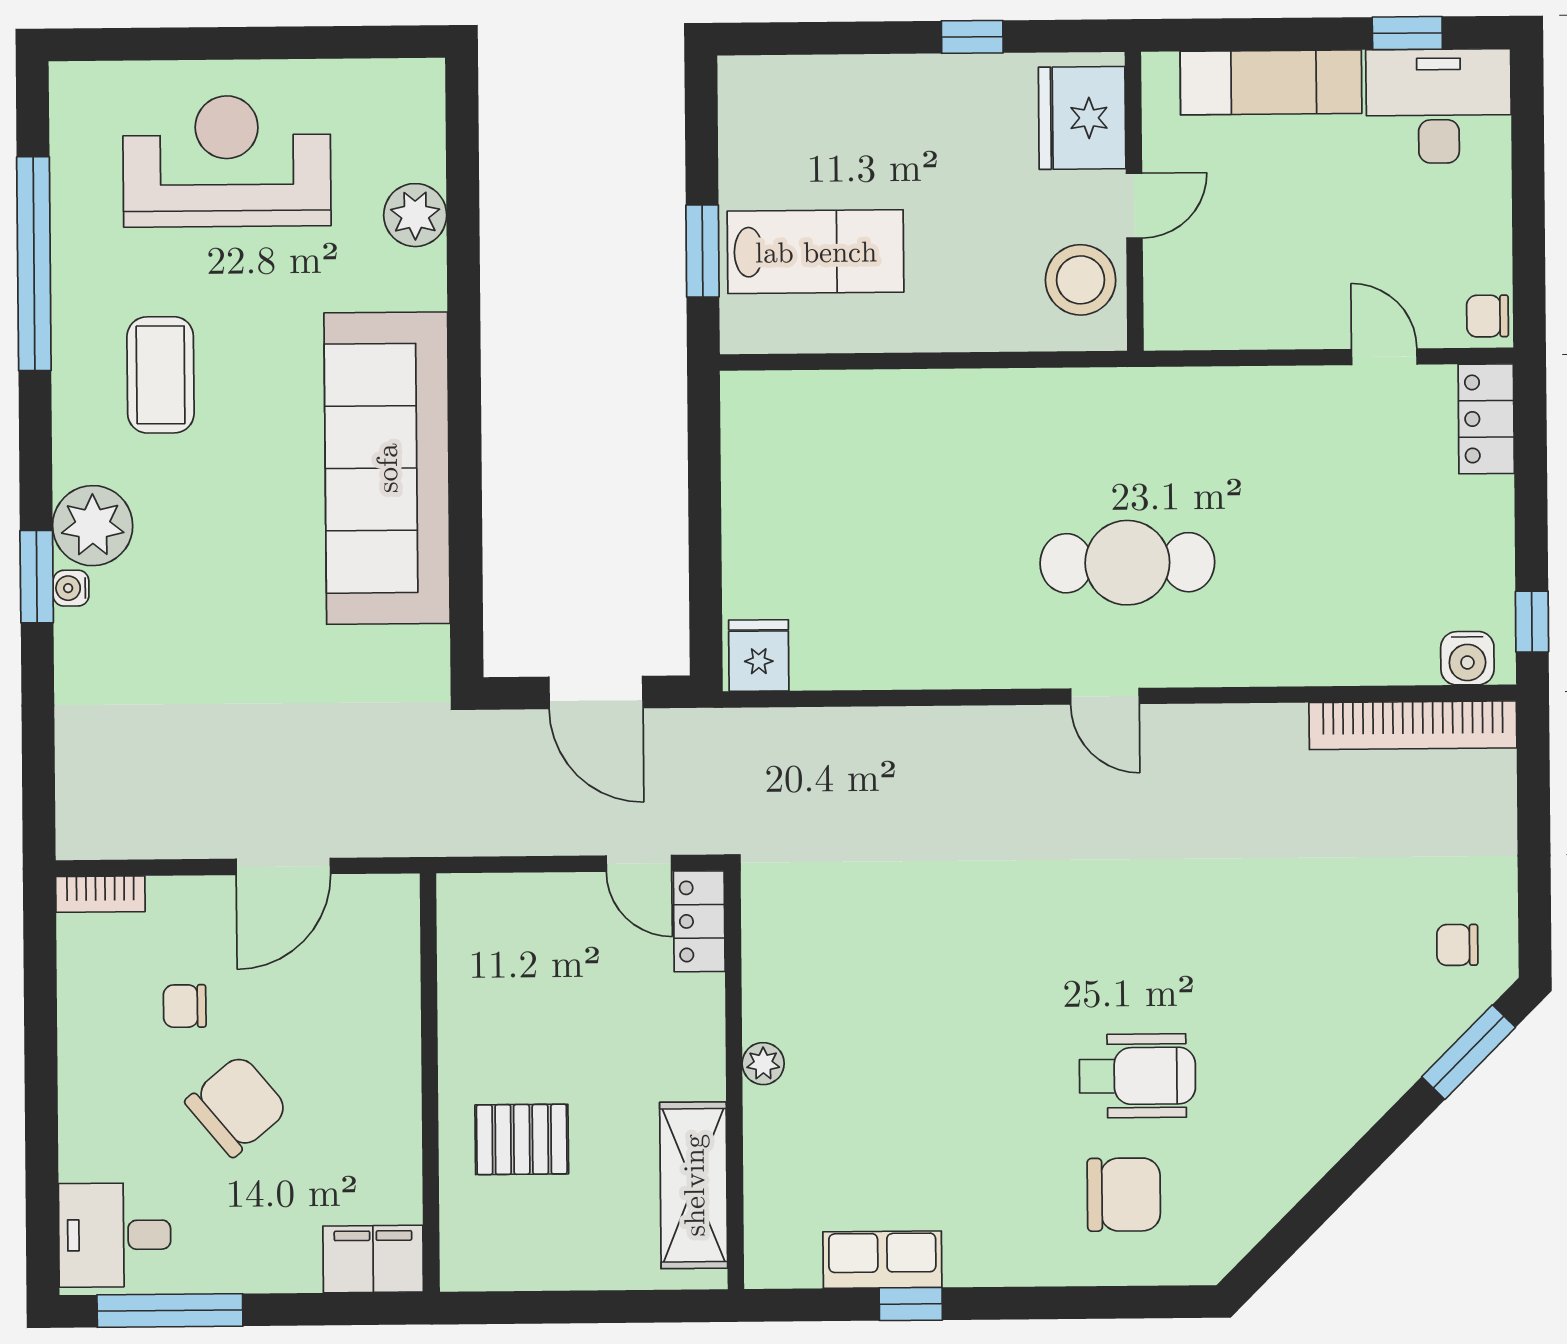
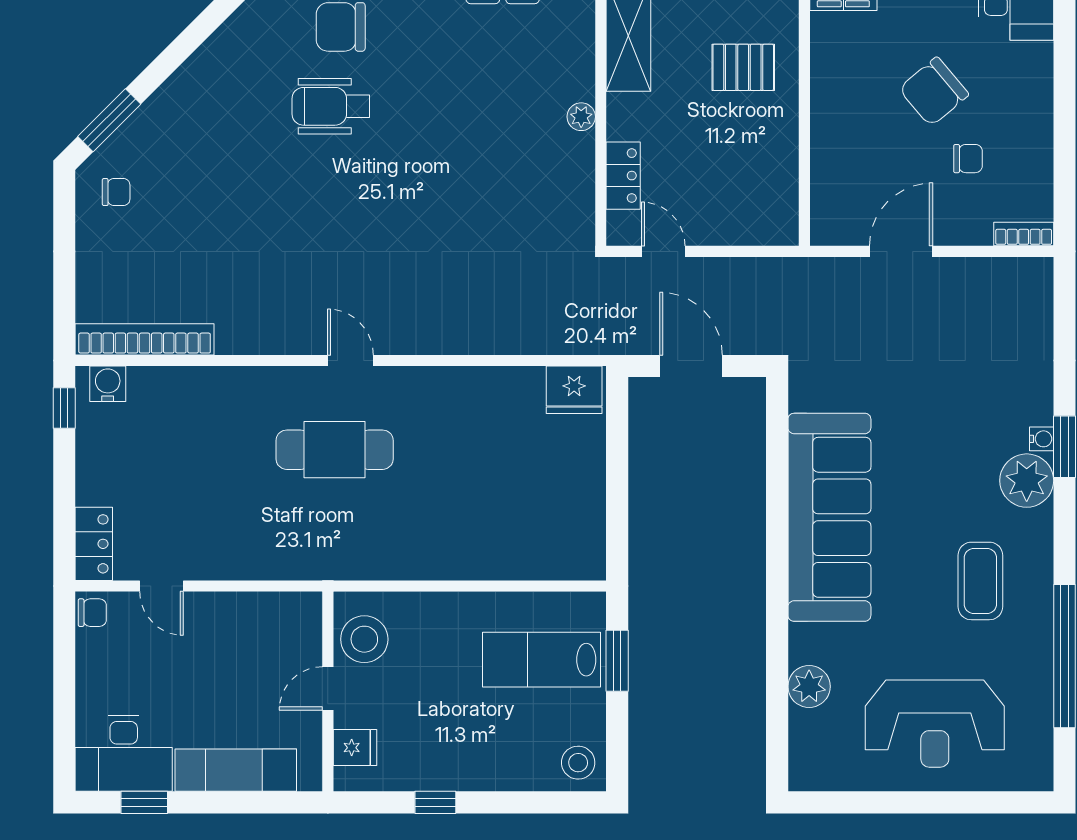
stool: (759, 98) -> (578, 763), added
fridge: (1082, 118) -> (355, 748), width x0.53, depth x0.75
fridge: (759, 655) -> (574, 390), width x1.38
locker: (699, 921) -> (623, 176), moved

